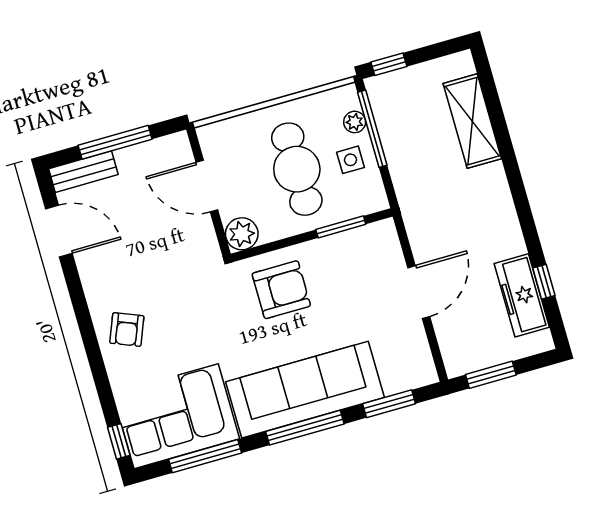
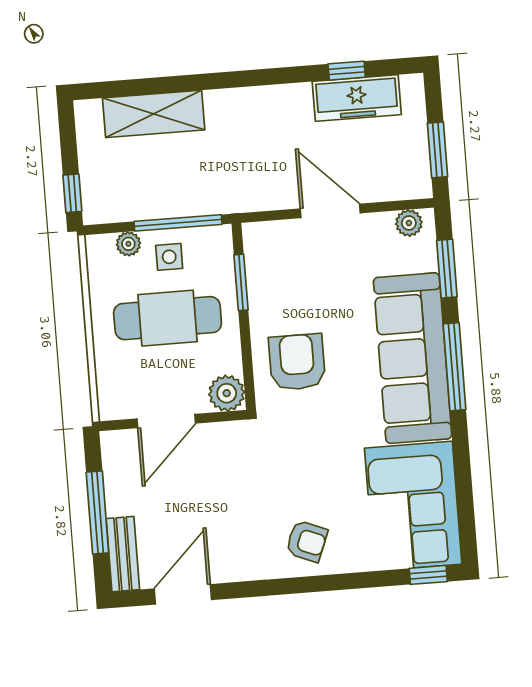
window: (372, 129) -> (178, 223), moved
plant: (422, 363) -> (409, 223), added
window: (205, 456) -> (464, 483), removed

